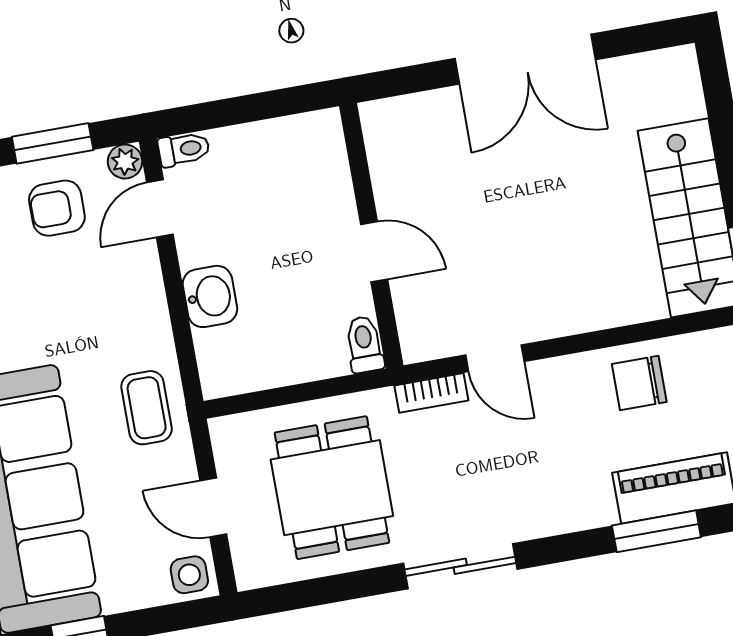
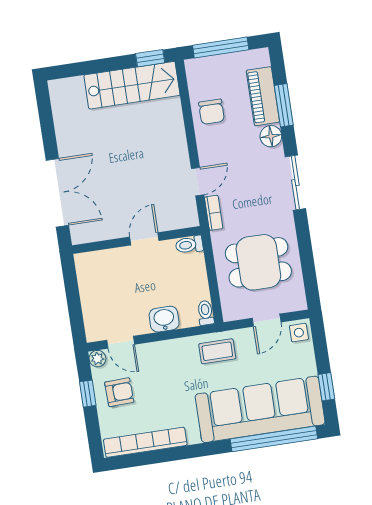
double door: (525, 59) -> (57, 193), moved
window: (53, 143) -> (88, 394), width x0.67
toilet: (184, 149) -> (206, 313), moved
armchair: (57, 208) -> (119, 392), turned -92
floor lamp: (592, 507) -> (271, 136), added
sliding door: (460, 566) -> (295, 183), moved

